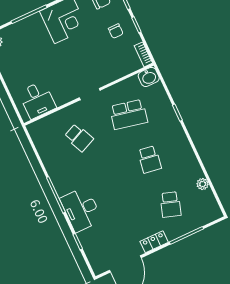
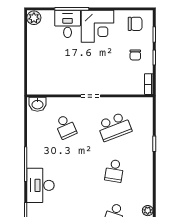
washbasin: (149, 77) -> (37, 104), moved
desk: (37, 100) -> (68, 24), moved, turned 180
school desk: (129, 114) -> (114, 127), turned -33

